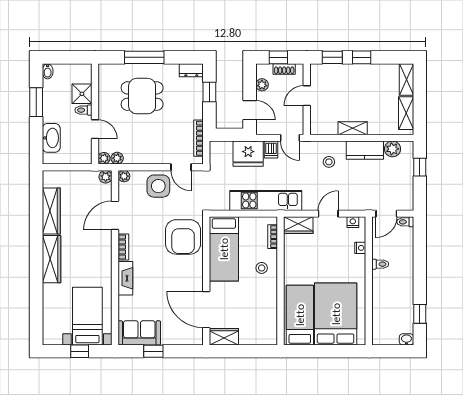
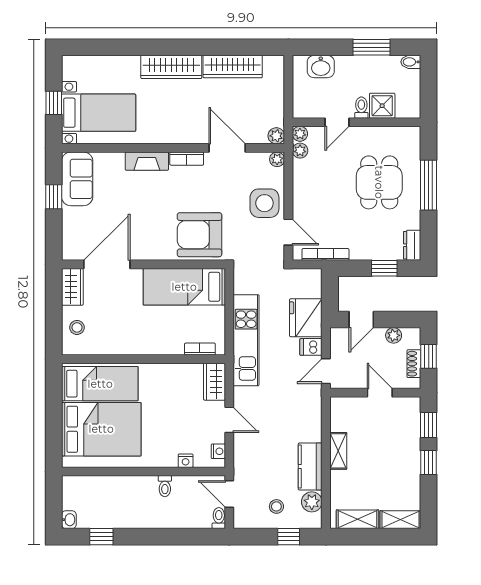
washbasin: (51, 138) -> (321, 67), width x0.72
stool: (329, 162) -> (276, 506), moved
door: (181, 167) -> (288, 232), swing flipped
stool: (262, 268) -> (77, 327), moved

